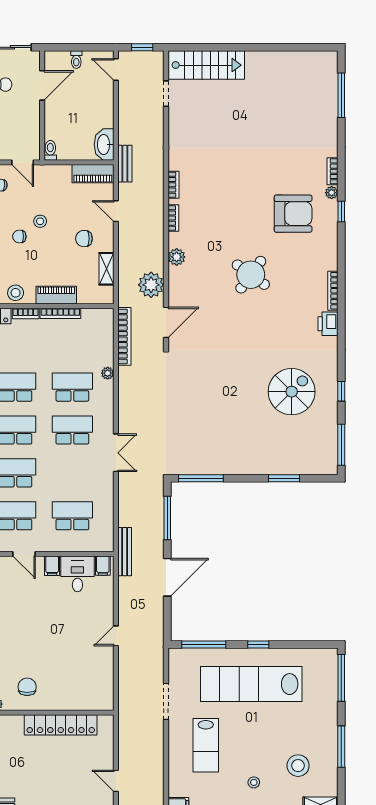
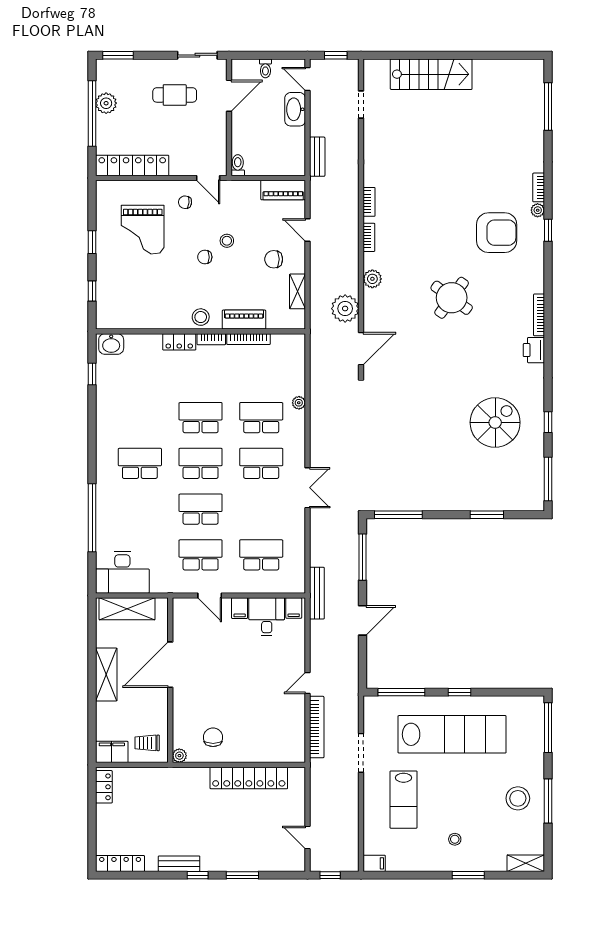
stairs: (206, 65) -> (431, 74), moved
washbasin: (104, 144) -> (295, 109), moved
bench: (125, 164) -> (317, 157), moved
bookcase: (124, 336) -> (317, 727), moved
door: (167, 577) -> (363, 620), width x0.73
lab bench: (251, 684) -> (452, 734), turned 180
stool: (298, 766) -> (518, 798), moved

